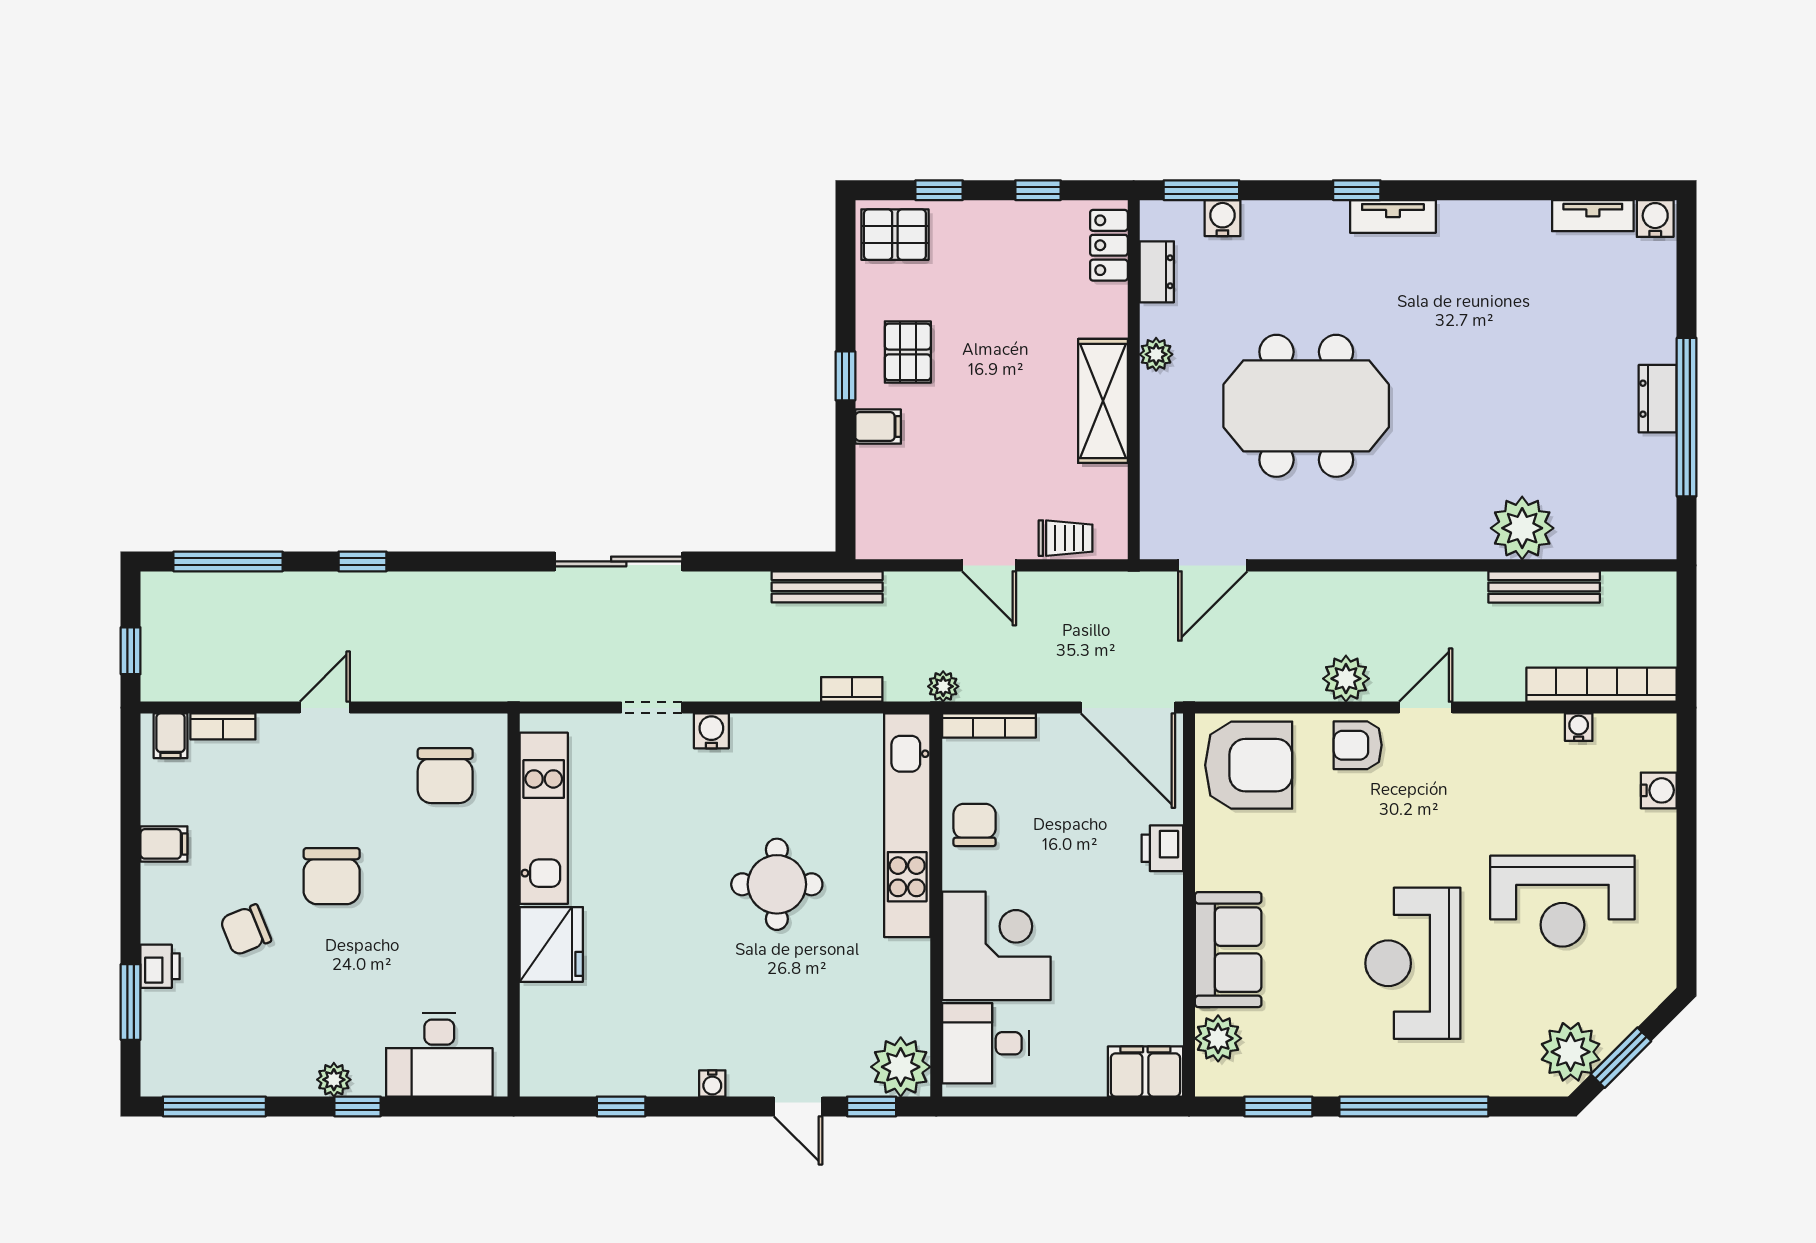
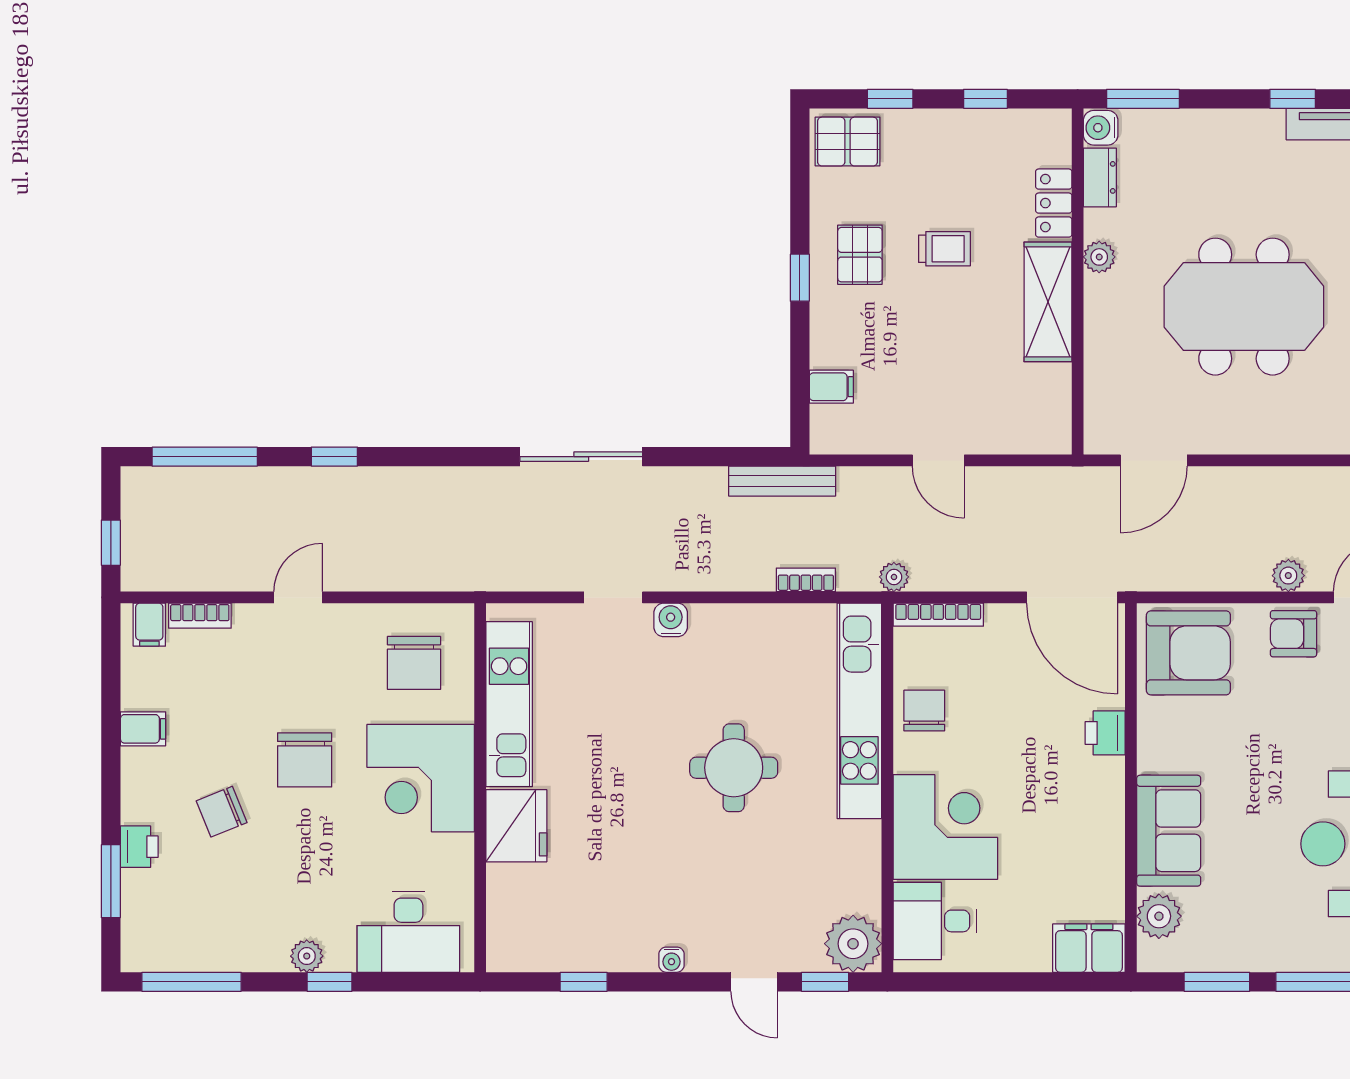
water cooler: (1222, 218) -> (1101, 128), moved, turned -90
locker: (1109, 245) -> (1054, 203), moved
filing cabinet: (878, 427) -> (831, 387), moved
trolley: (1066, 538) -> (944, 249), moved
plant: (1346, 679) -> (1288, 576), width x0.73, depth x0.73
corner desk: (452, 895) -> (421, 778), added

